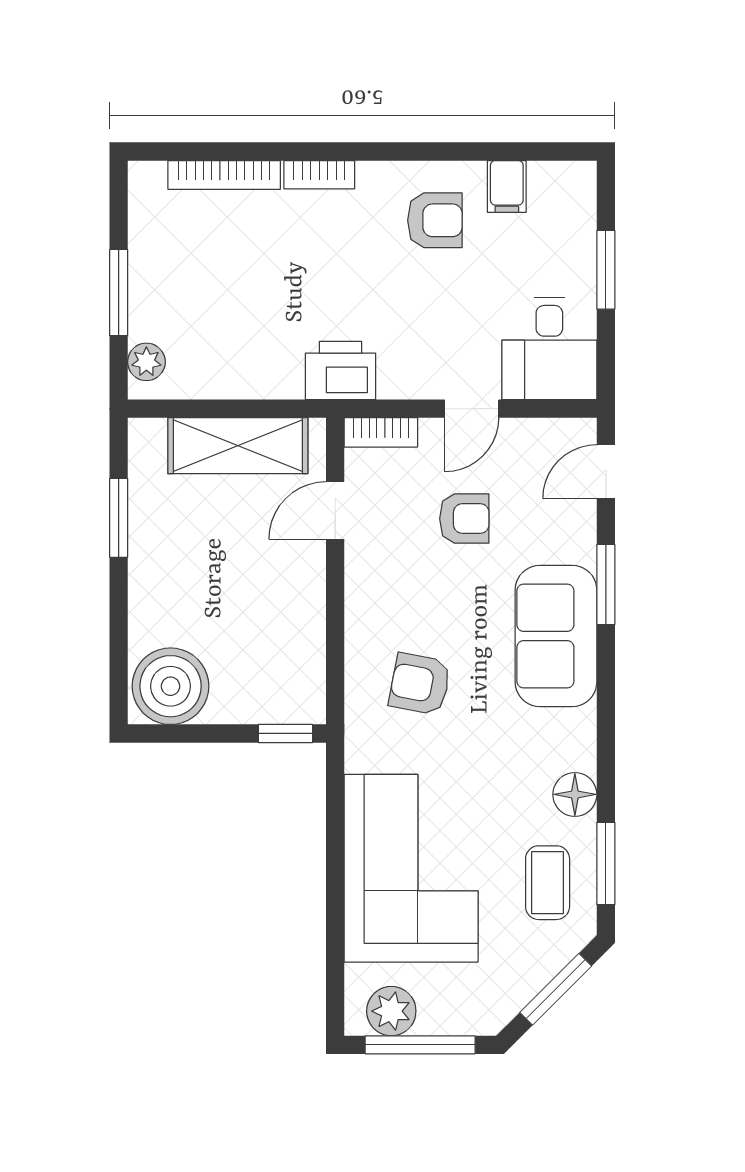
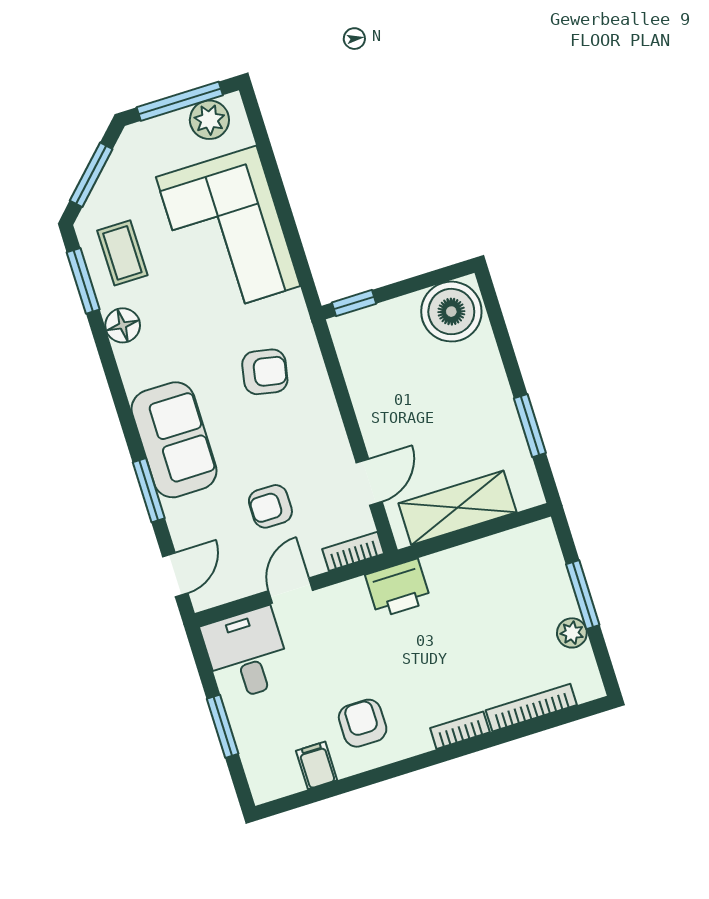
armchair: (435, 220) -> (363, 723), turned 90
plant: (146, 362) -> (572, 633), moved

